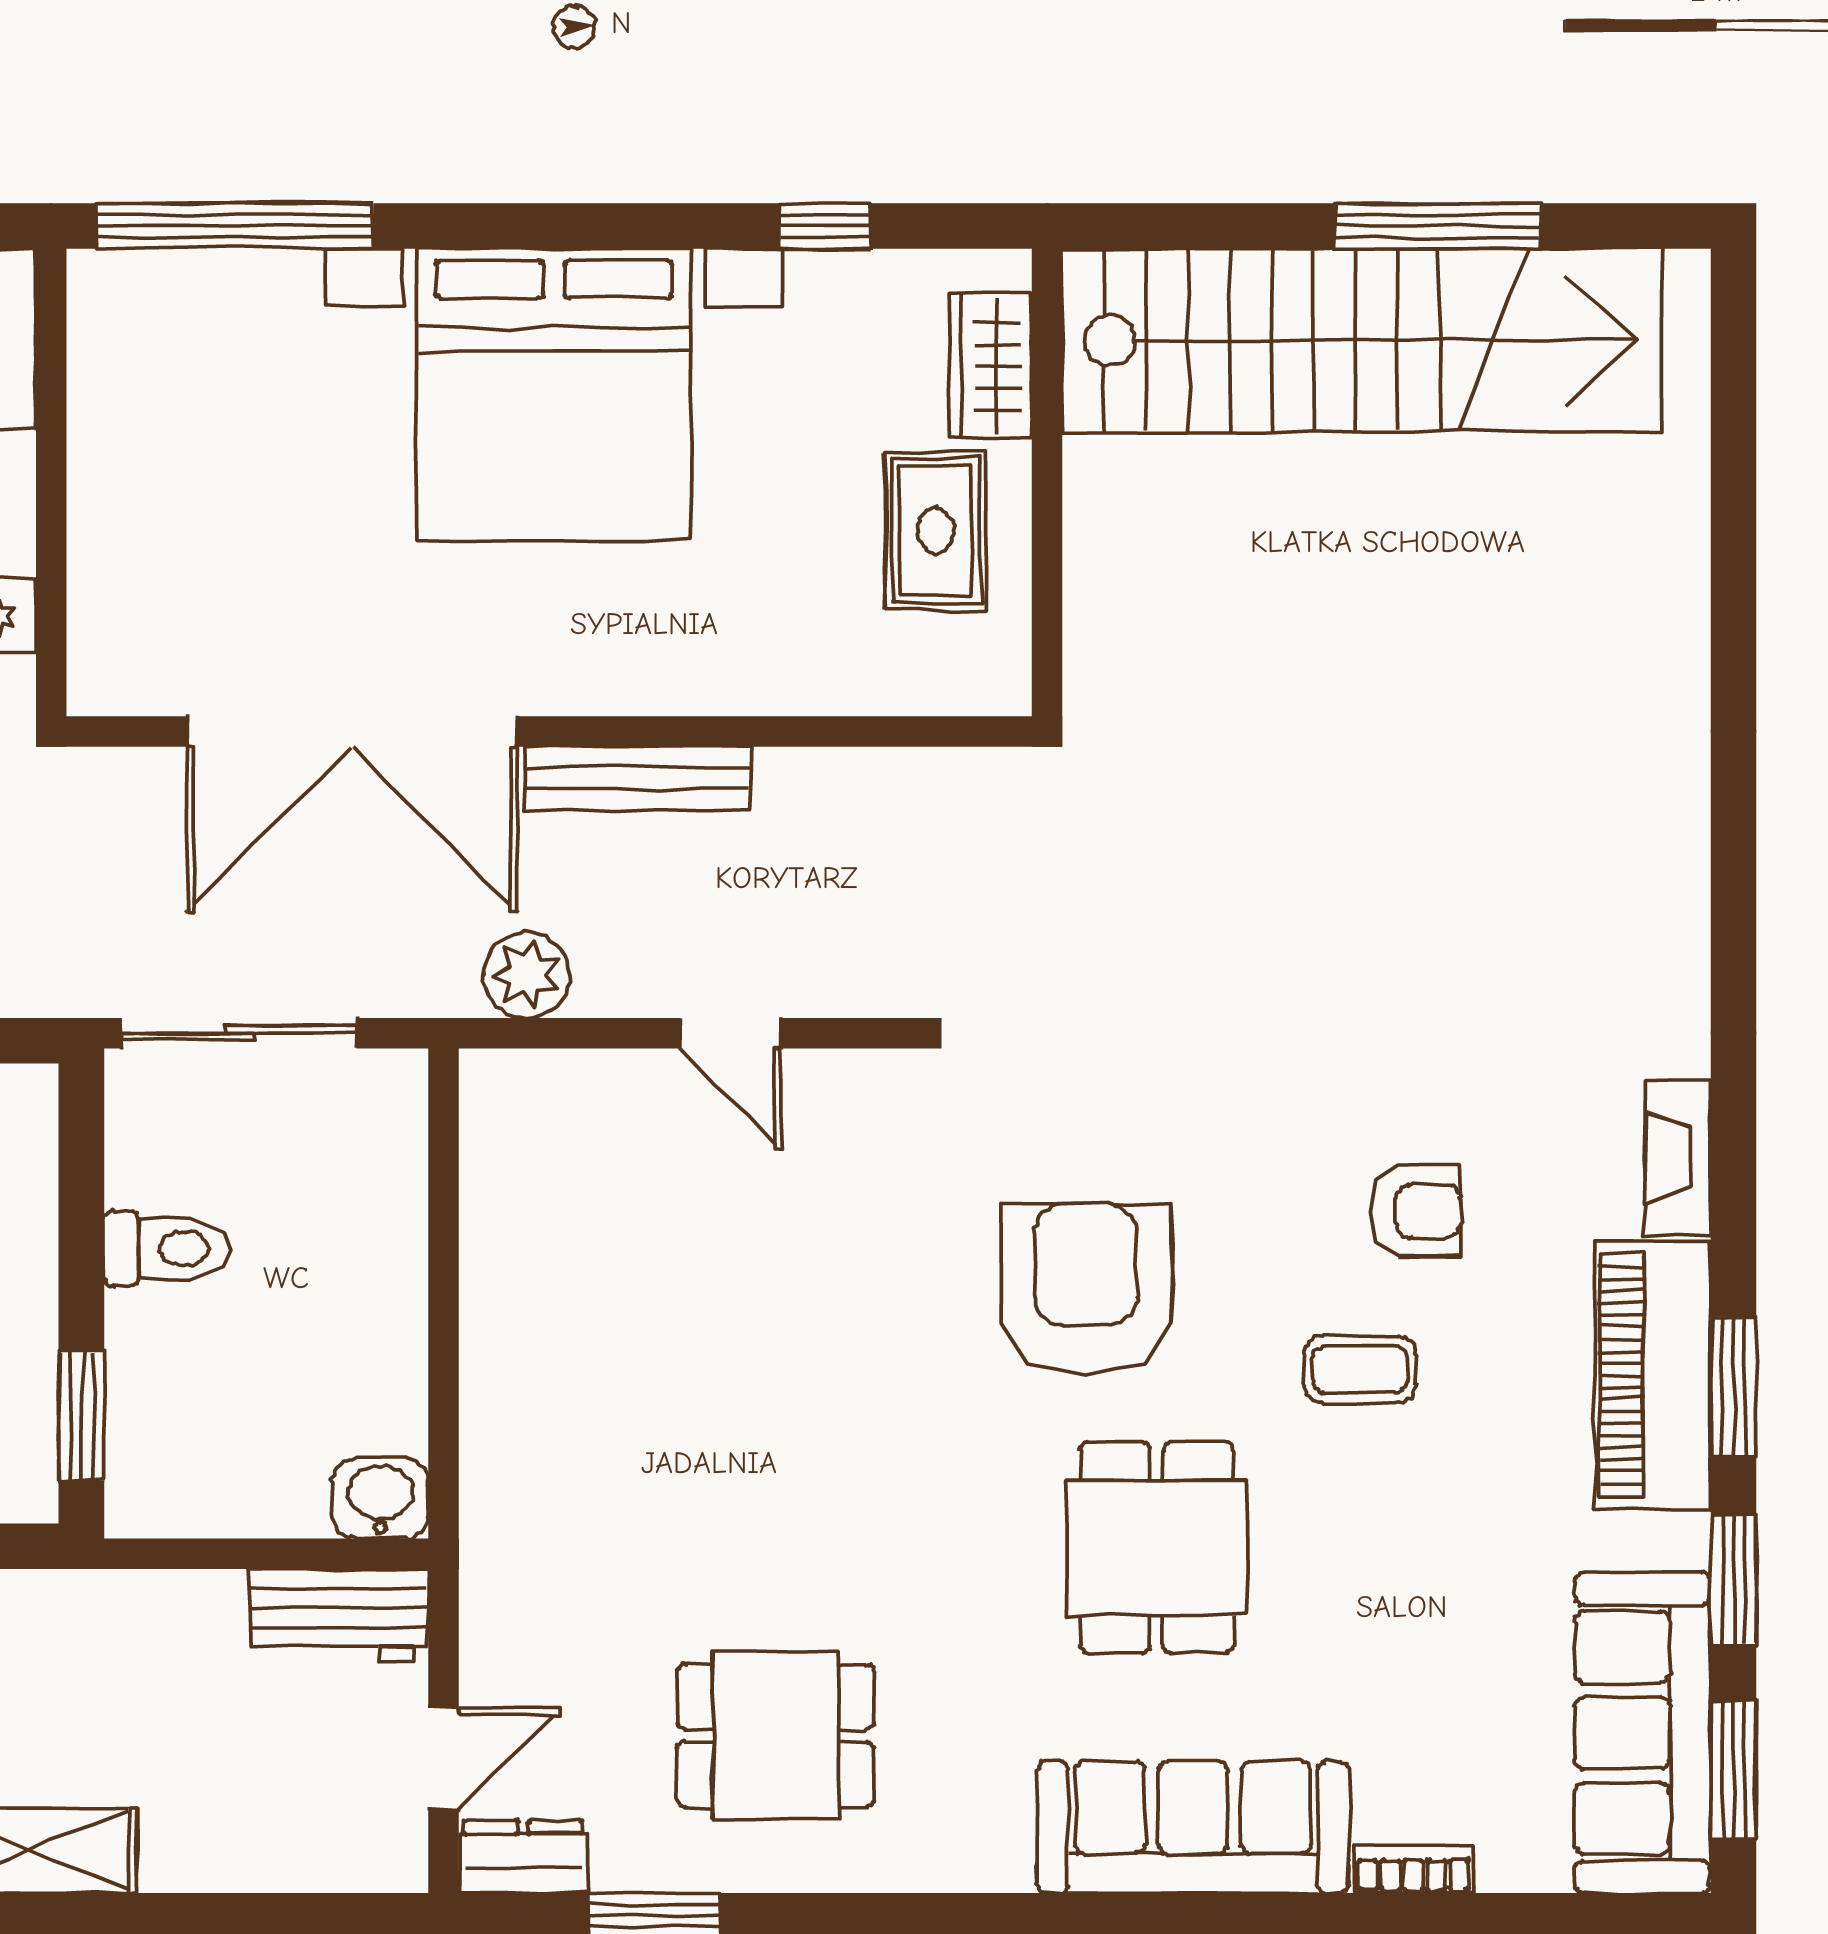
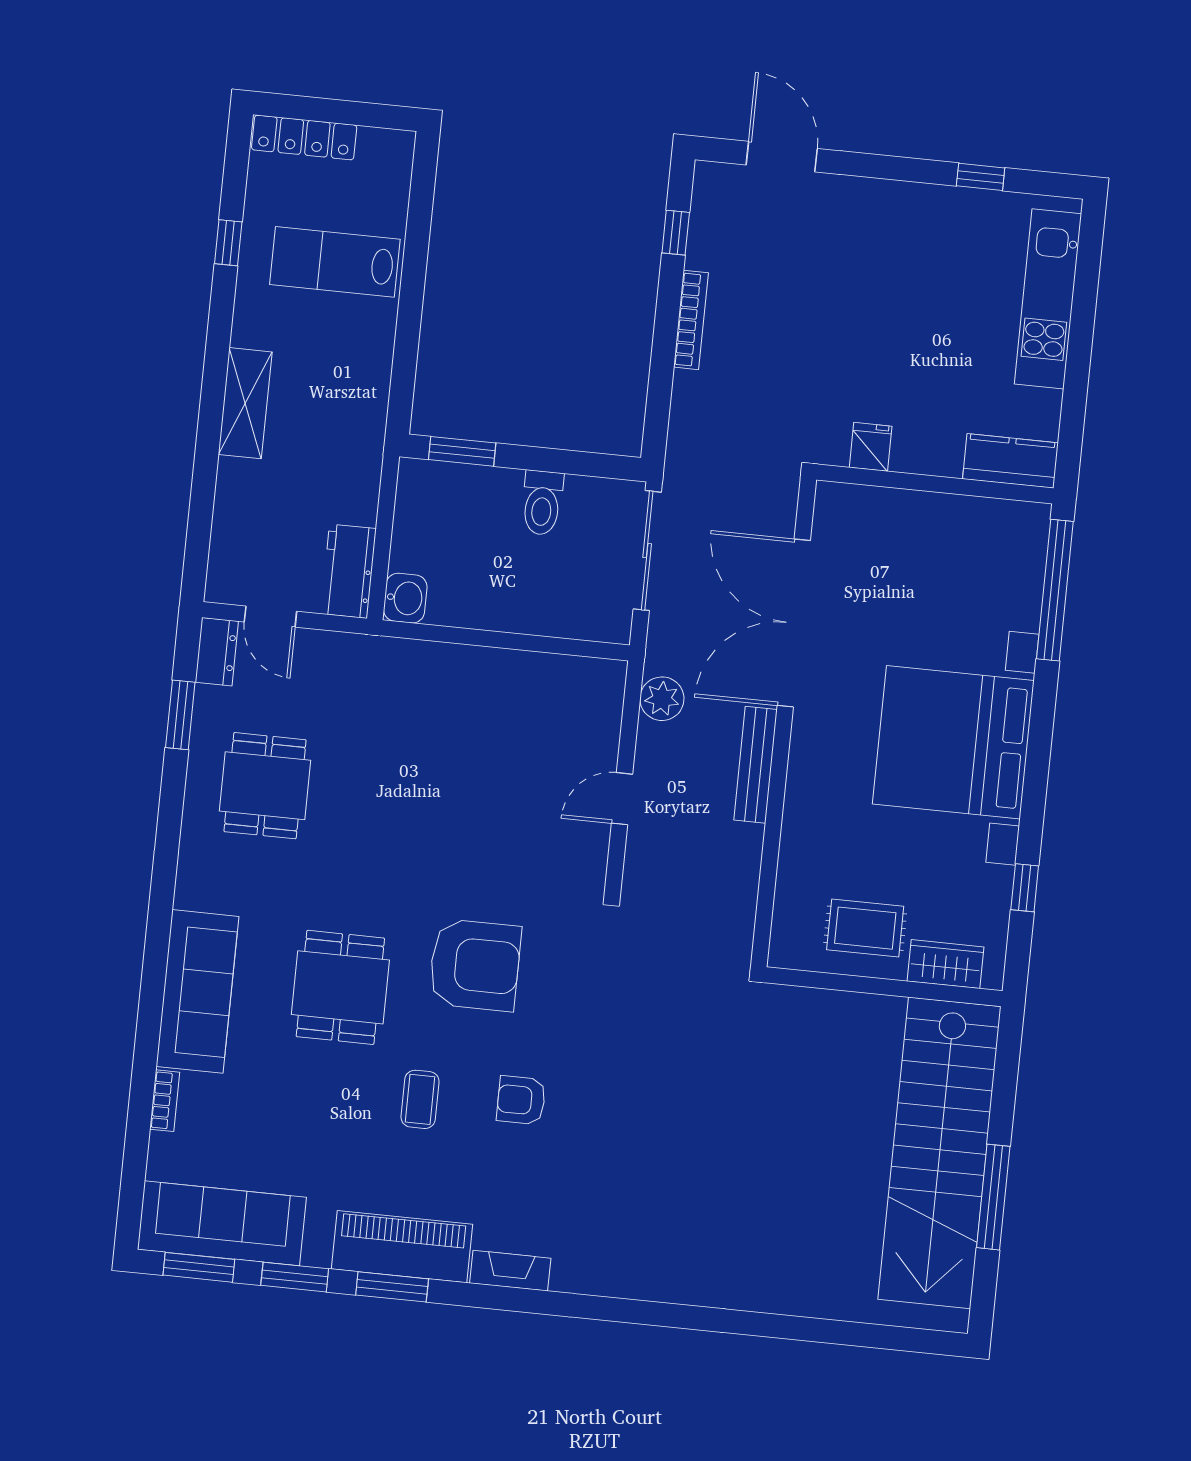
armchair: (1416, 1211) -> (521, 1100), moved, turned 90
dining table: (1157, 1548) -> (340, 987), turned 90

